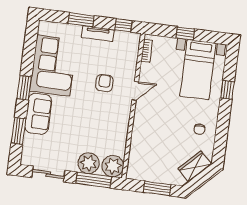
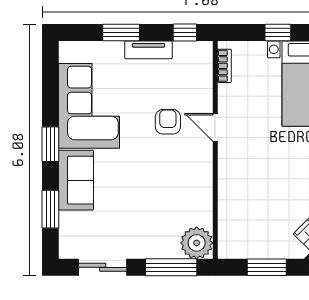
door: (135, 91) -> (215, 127), swing flipped
plant: (89, 163) -> (160, 243), removed

